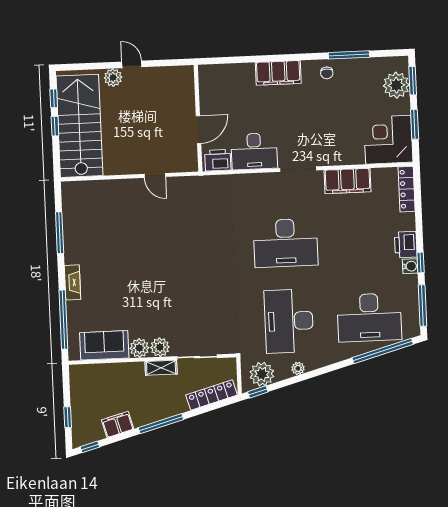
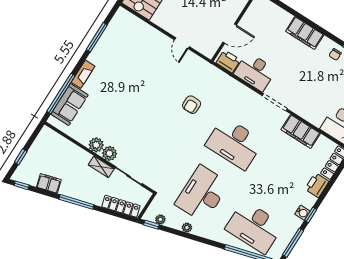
armchair: (211, 234) -> (192, 105), added
printer: (406, 245) -> (317, 185), moved
sofa: (104, 345) -> (70, 105), moved, turned 90
plant: (262, 374) -> (160, 219), width x0.53, depth x0.53

